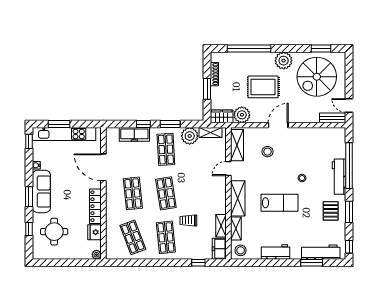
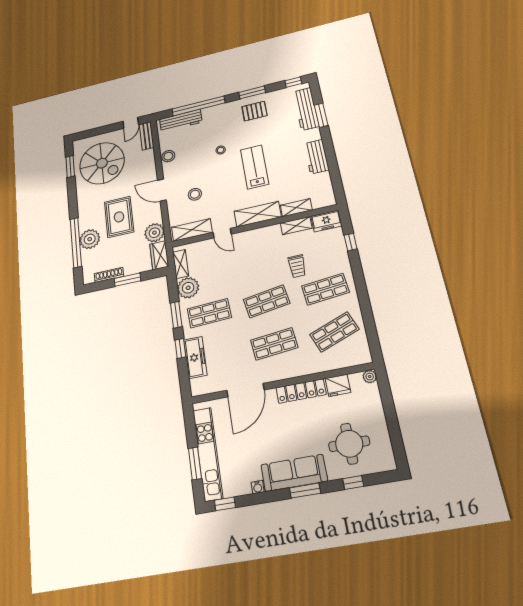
plant: (284, 61) -> (90, 239), moved
workbench: (339, 177) -> (181, 121), moved
stool: (241, 250) -> (168, 156), moved

